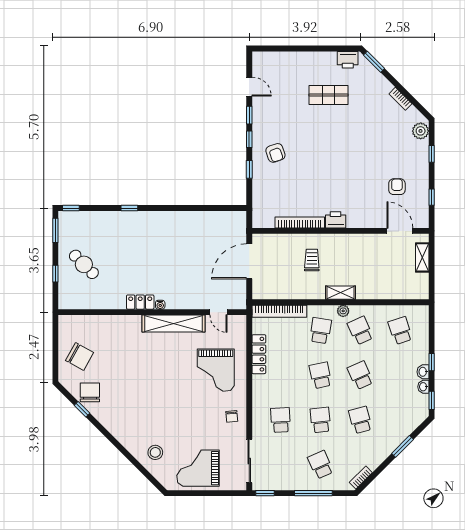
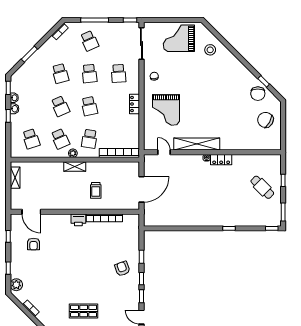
shelving: (422, 257) -> (15, 178), moved
locker: (259, 354) -> (134, 104), moved, width x0.66
grand piano: (216, 370) -> (166, 110), turned 180
grand piano: (198, 468) -> (179, 38), turned 180

